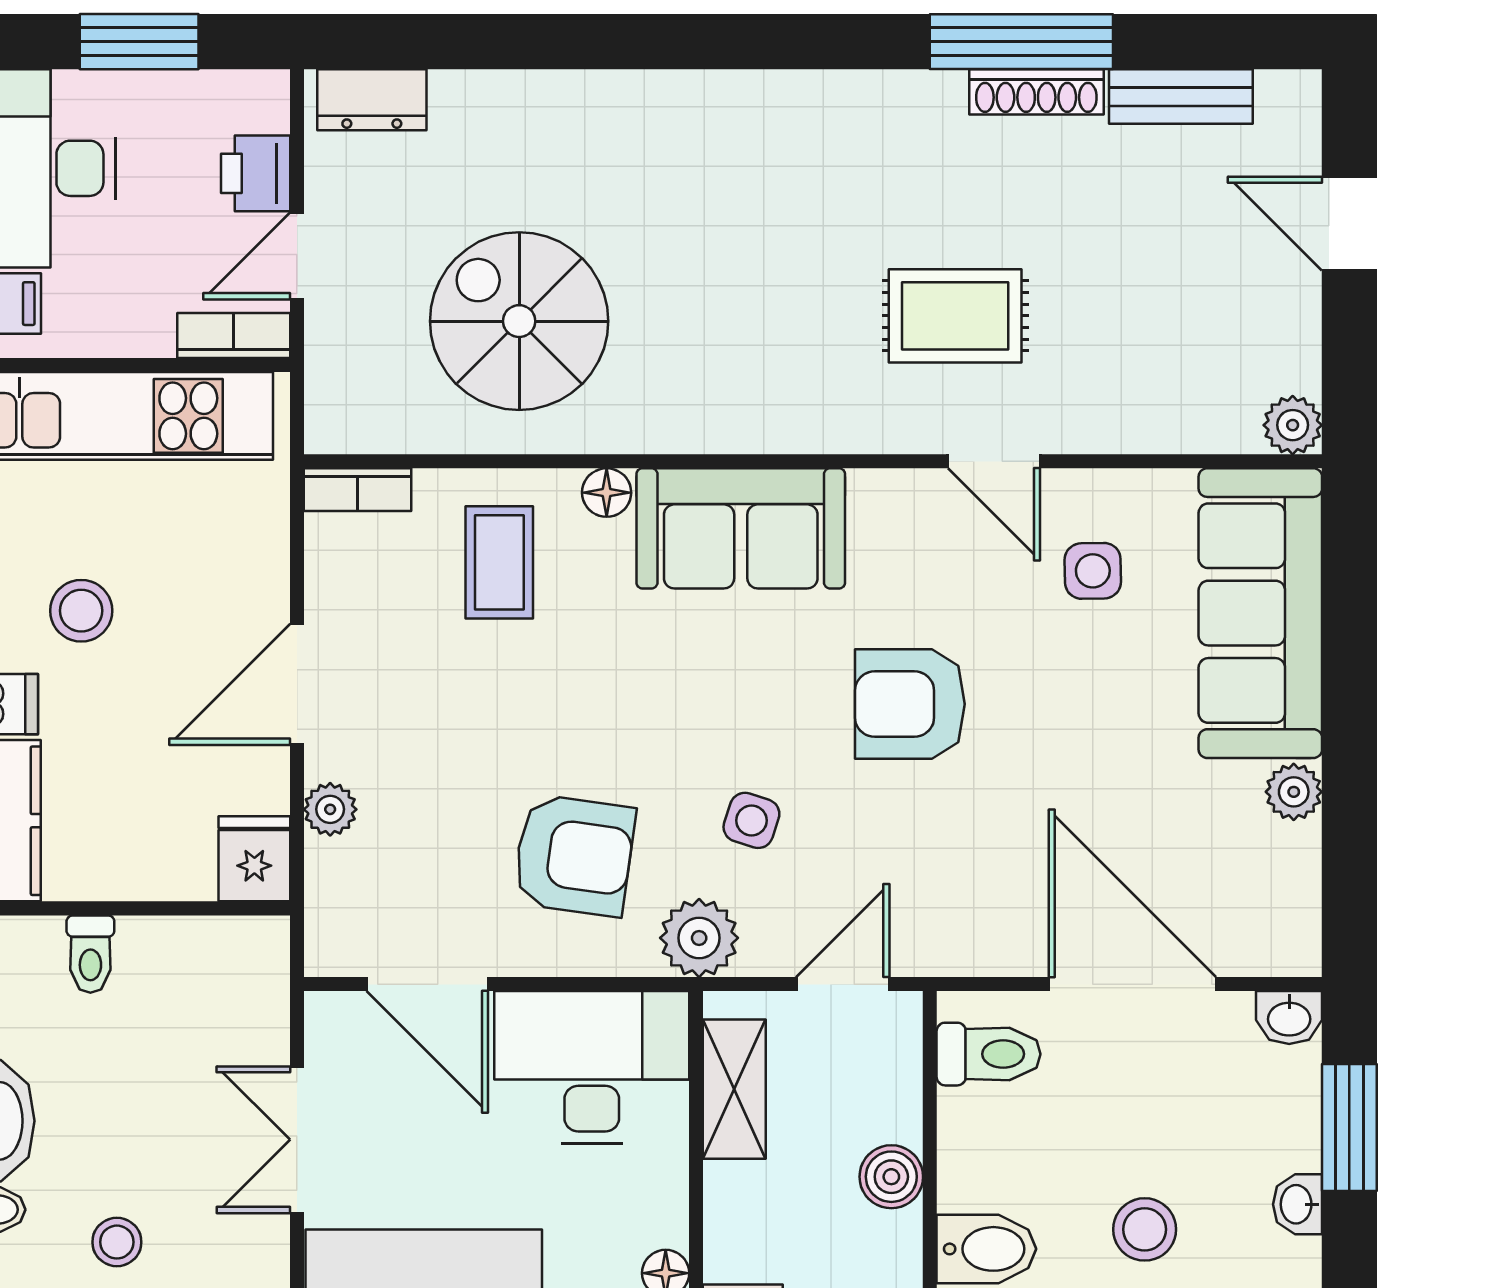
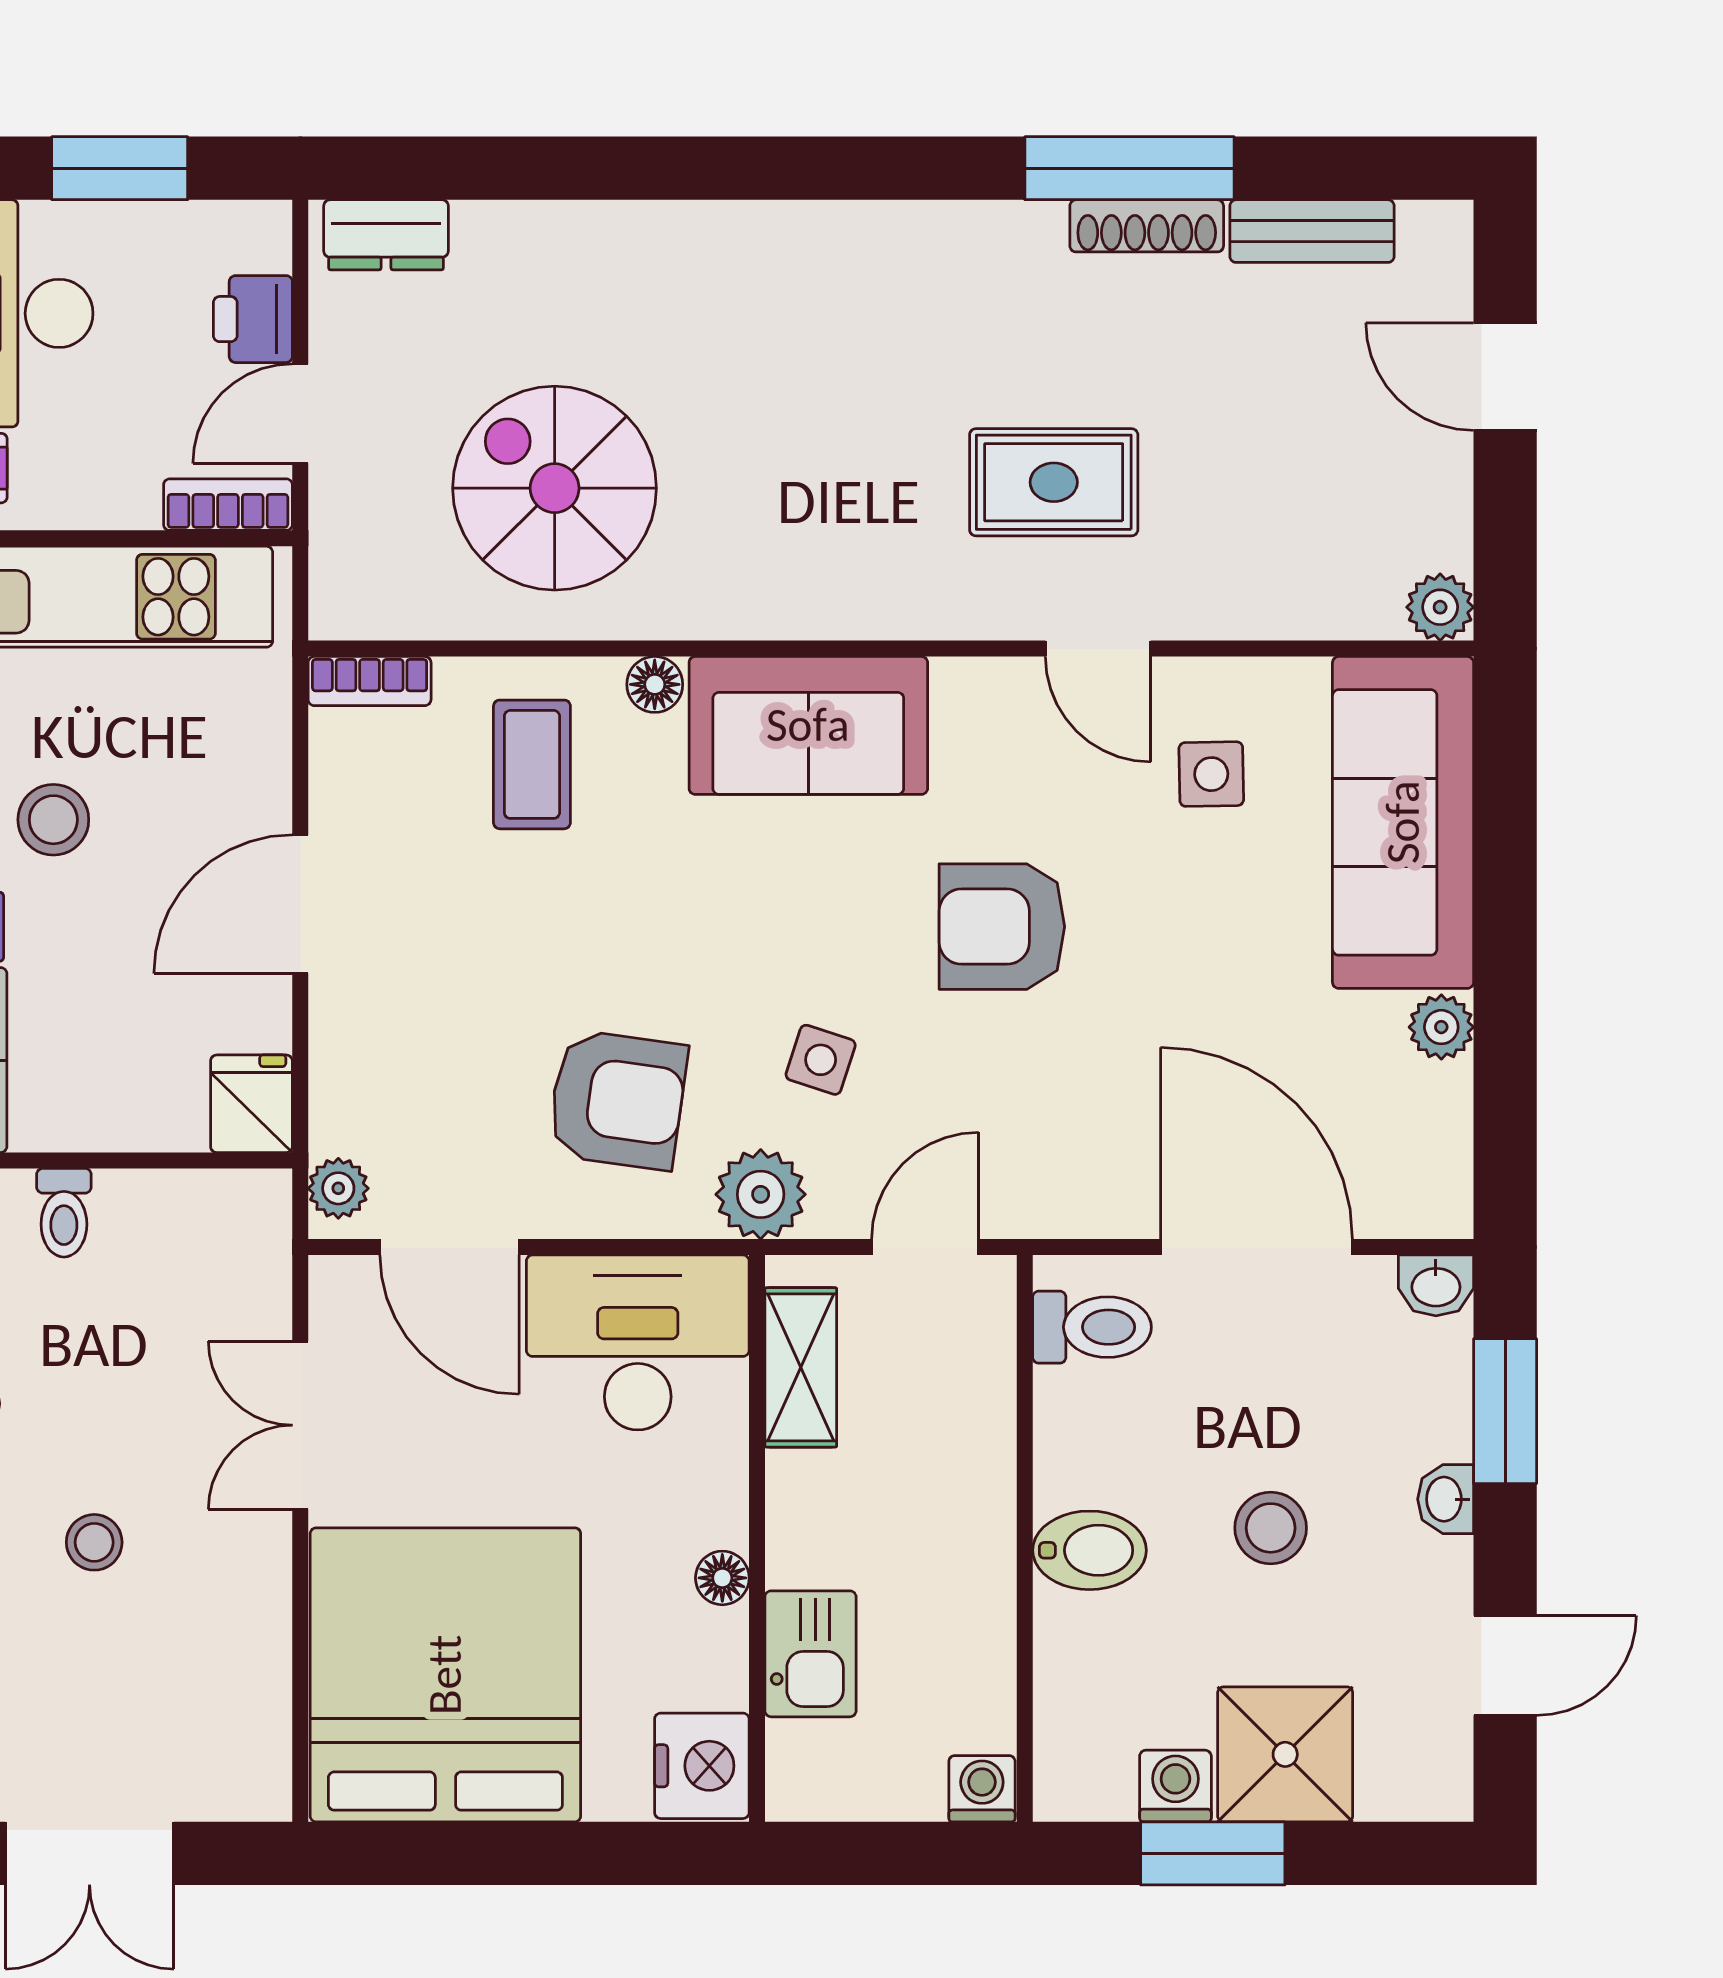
plant: (330, 809) -> (338, 1188), moved
boiler: (891, 1177) -> (981, 1468), removed

